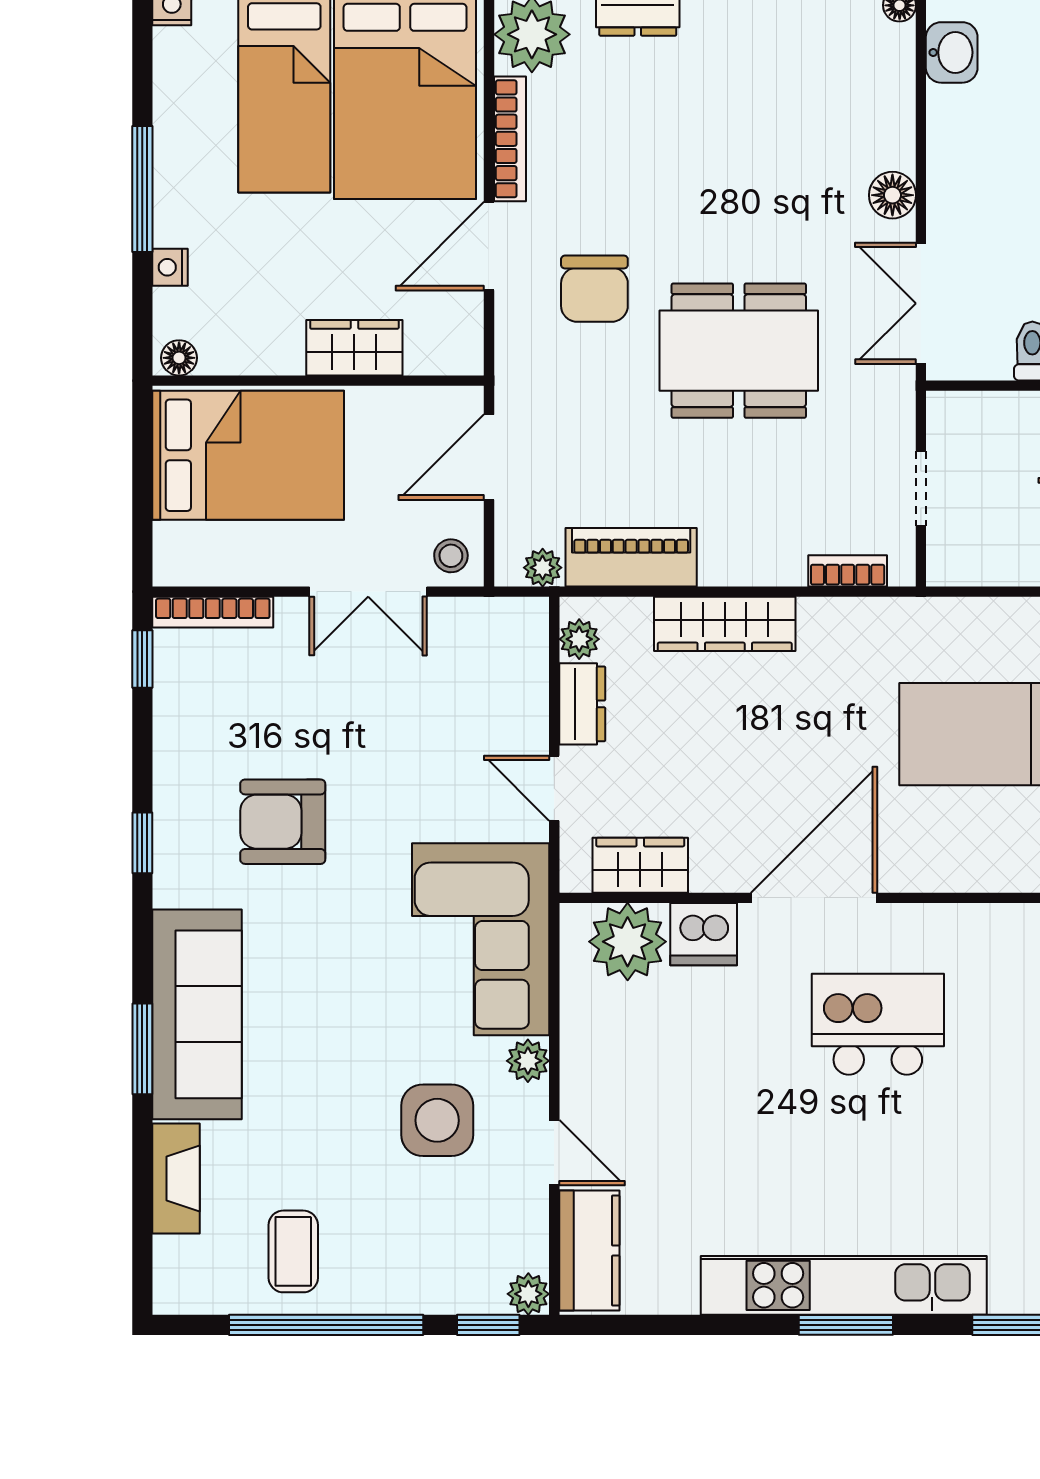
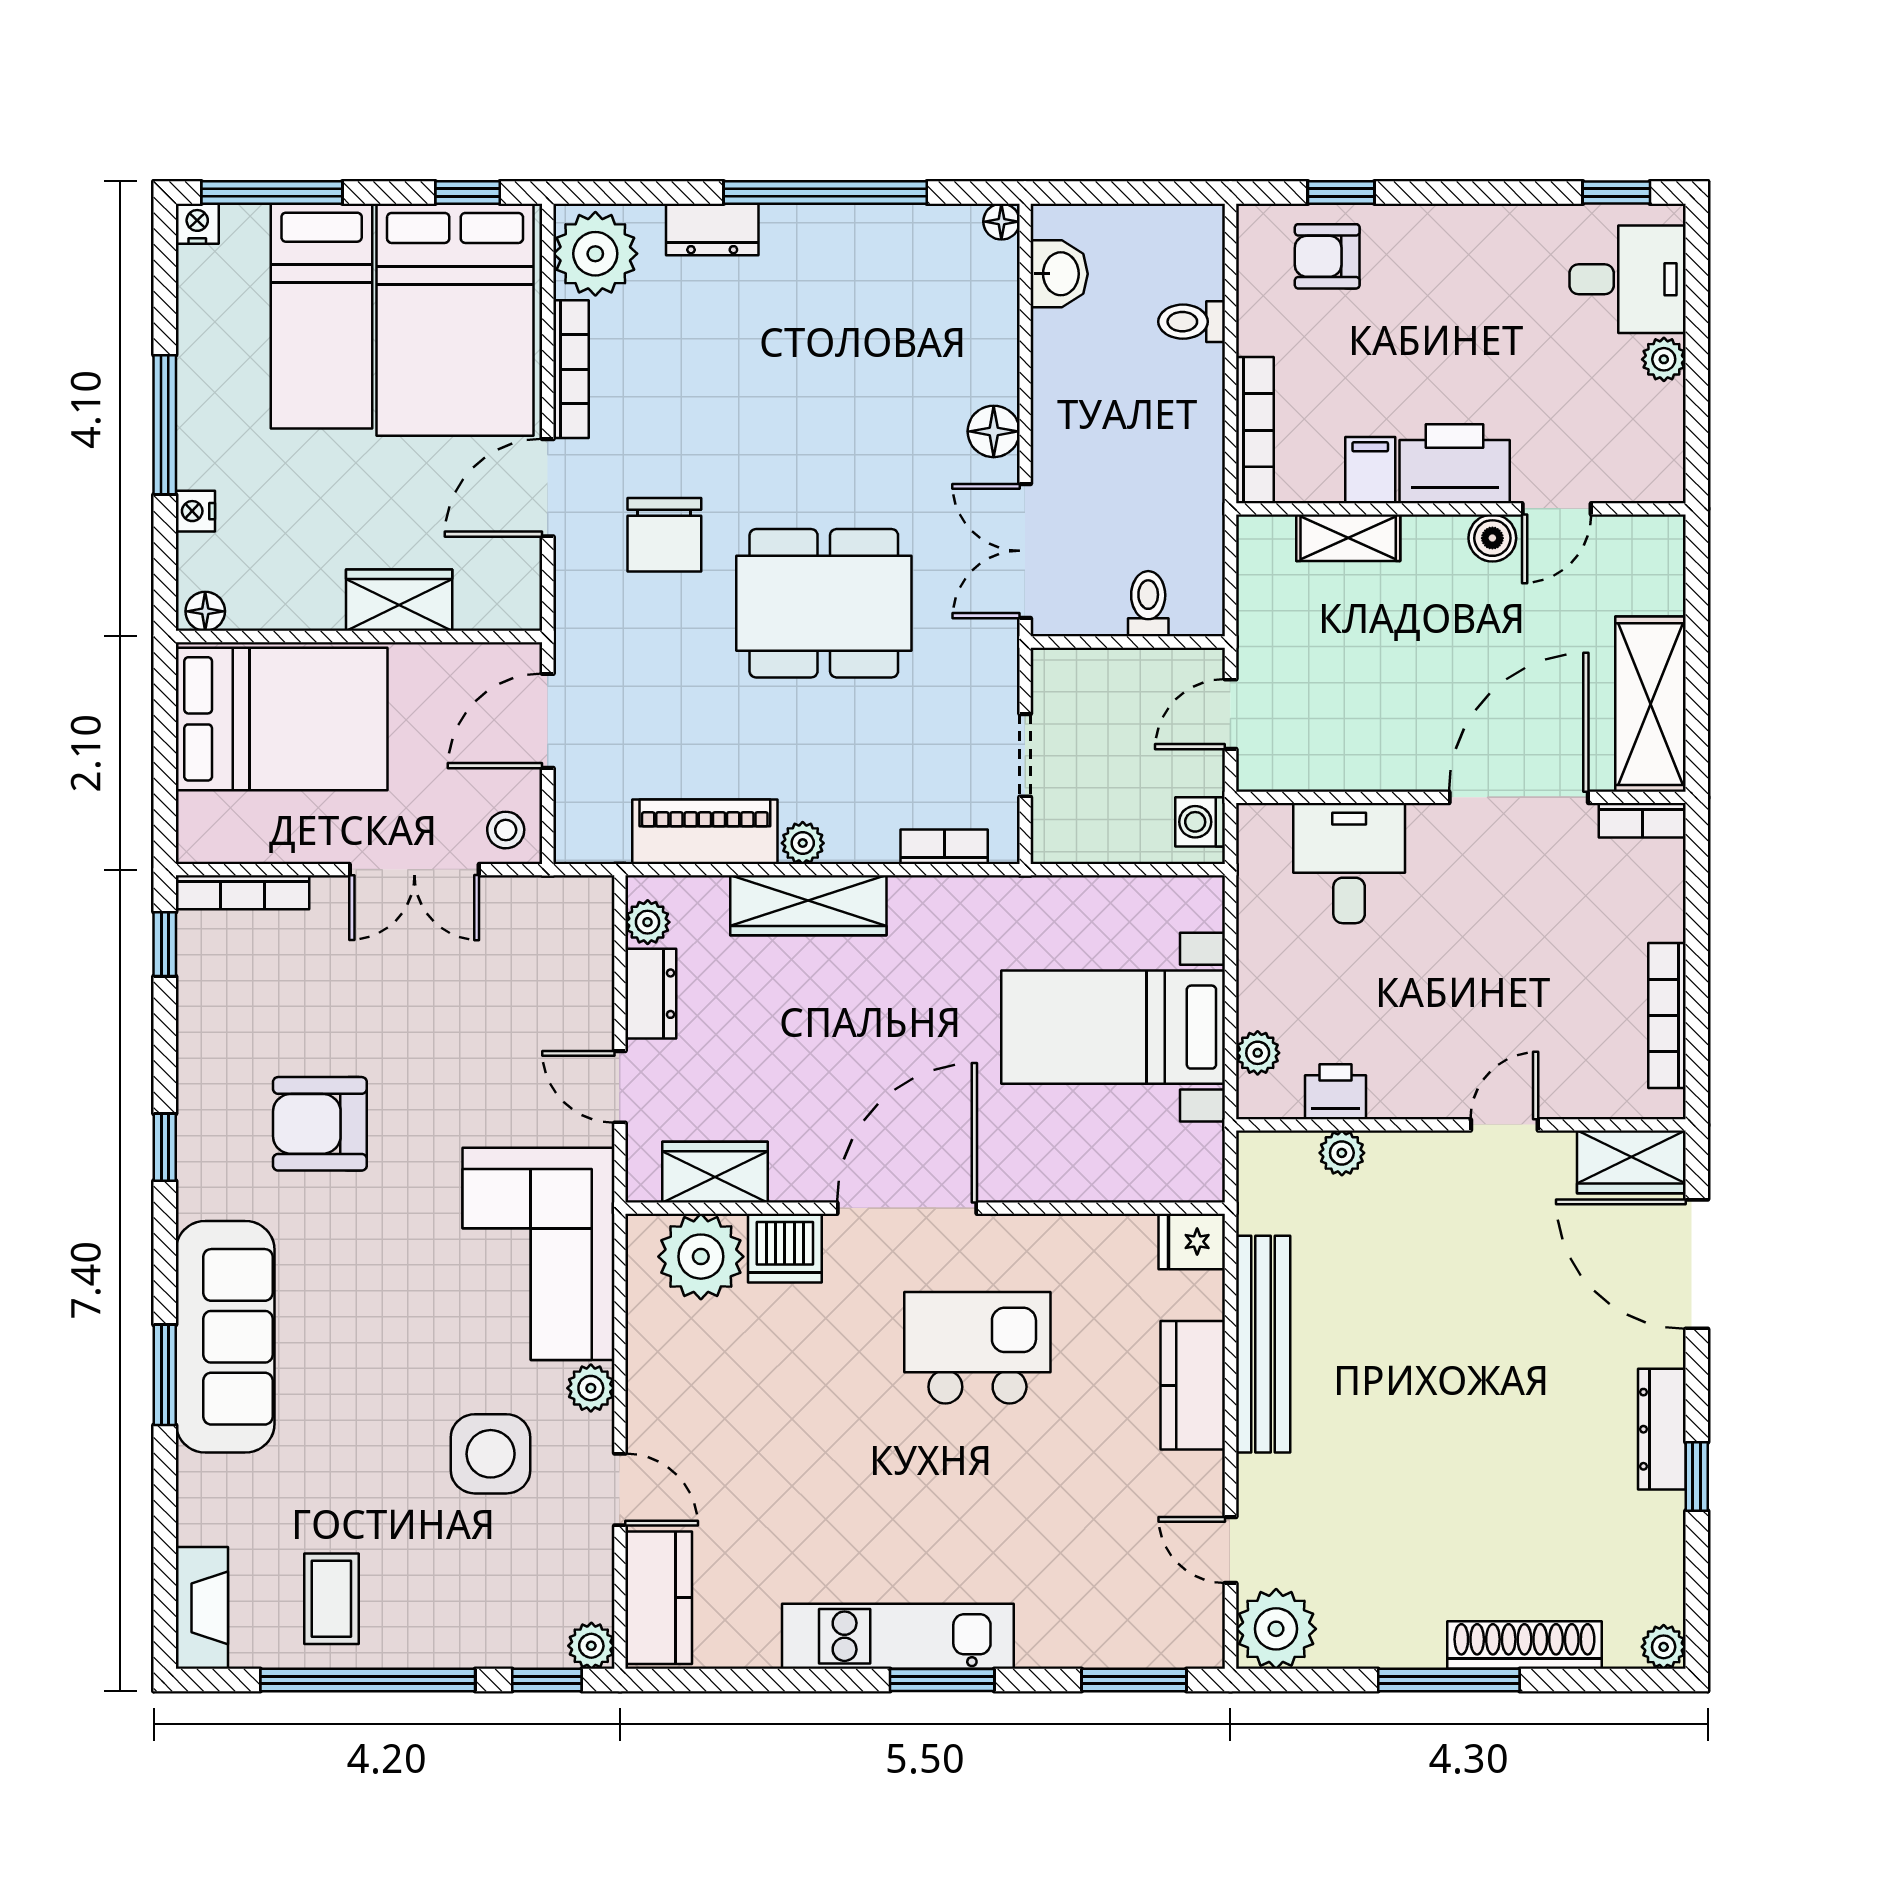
plant: (543, 568) -> (803, 843), moved
fireplace: (176, 1178) -> (202, 1608), moved
kitchen unit: (844, 1285) -> (898, 1636), width x0.73

